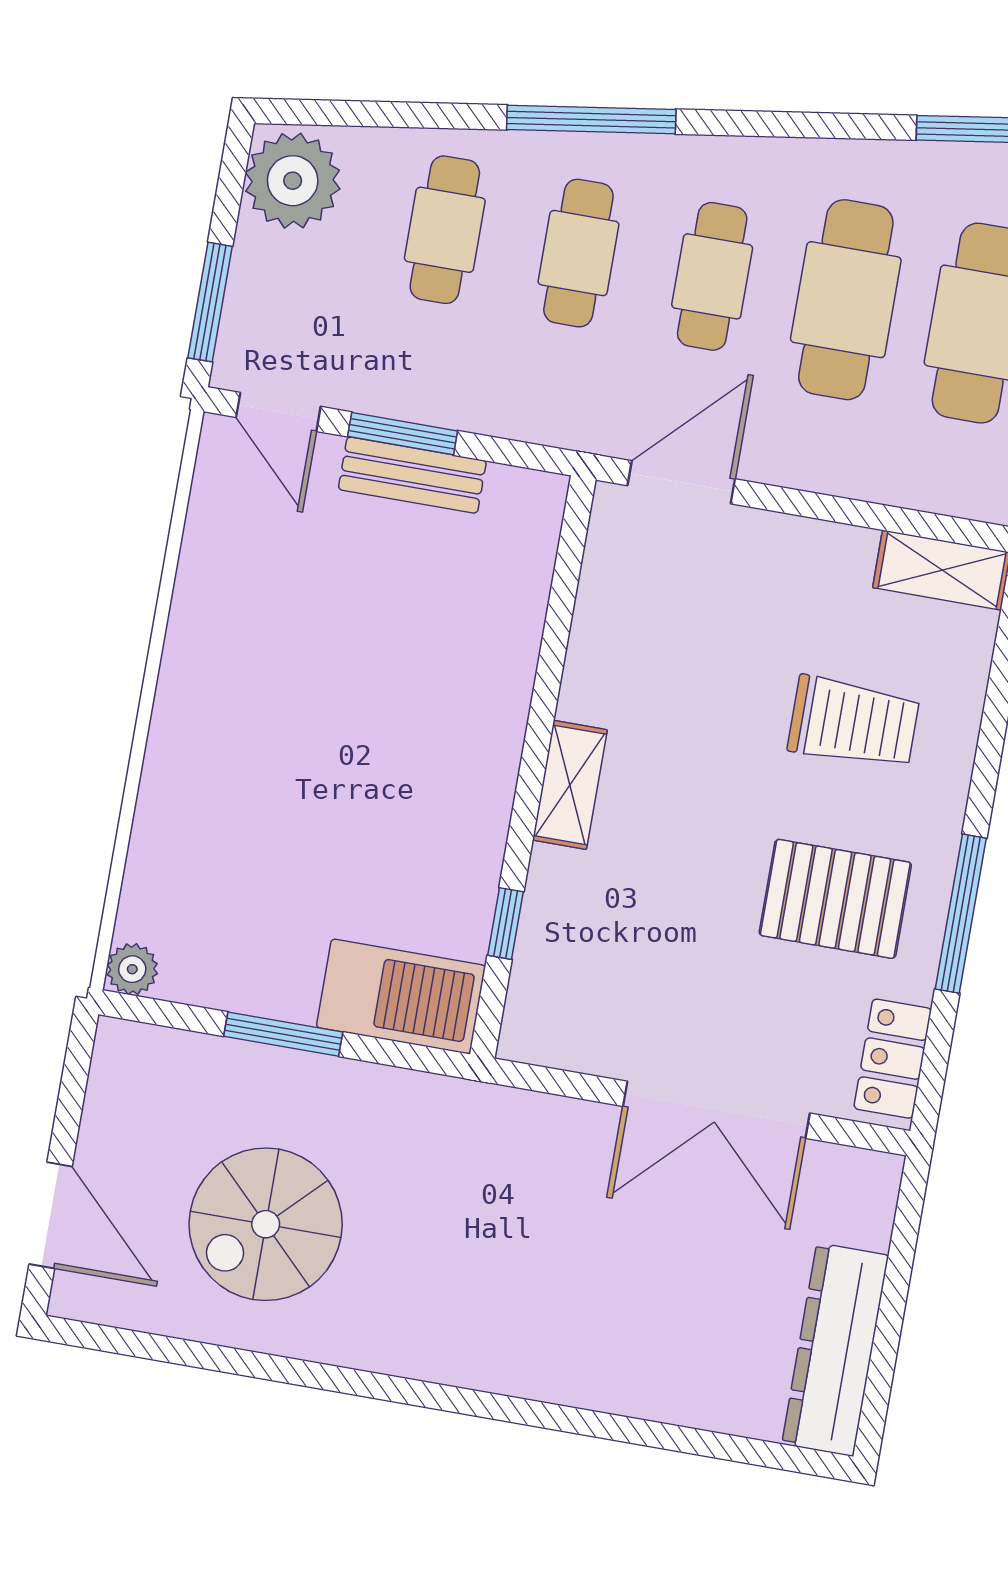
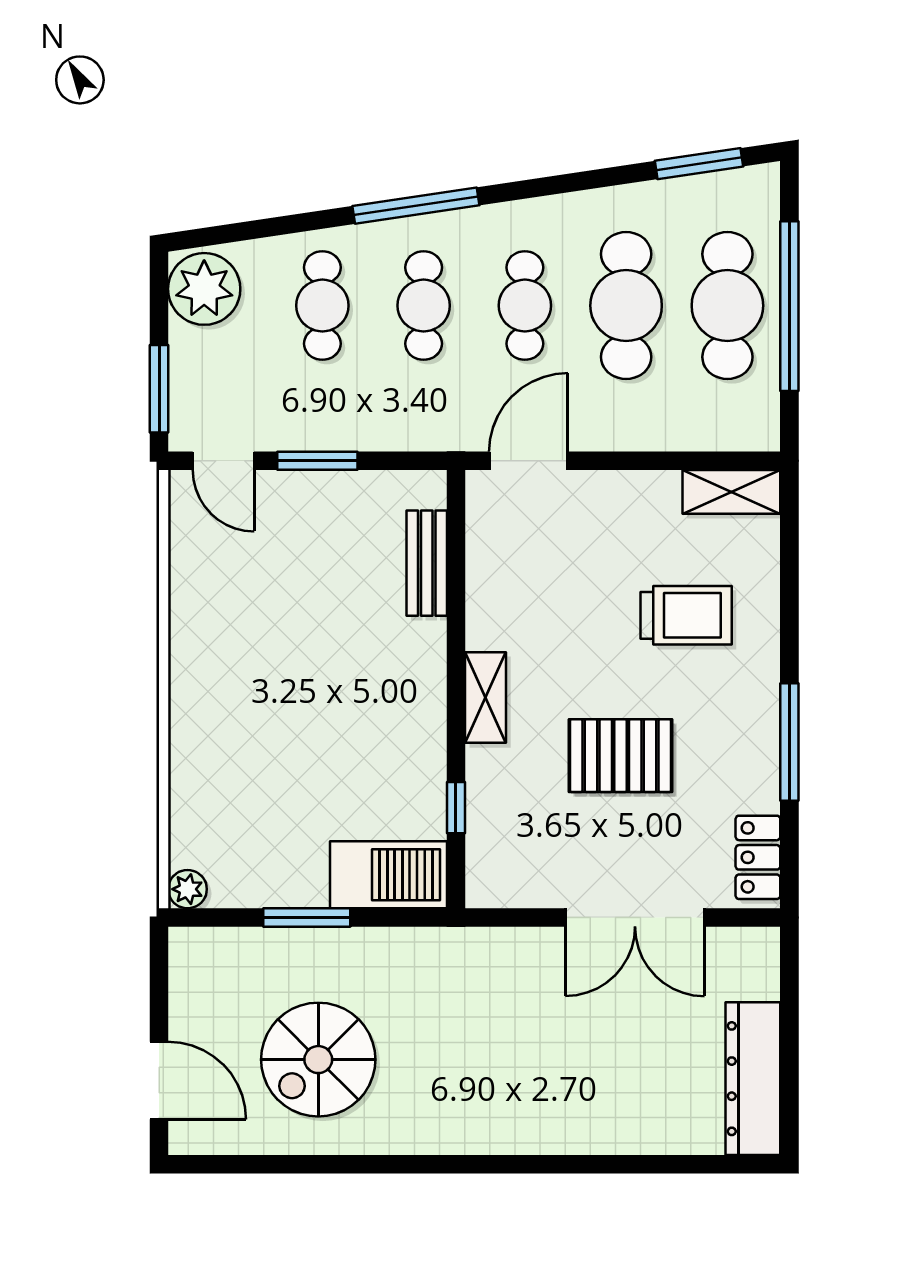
bench: (412, 475) -> (427, 563), moved, turned 90
pallet: (835, 899) -> (621, 756), moved

